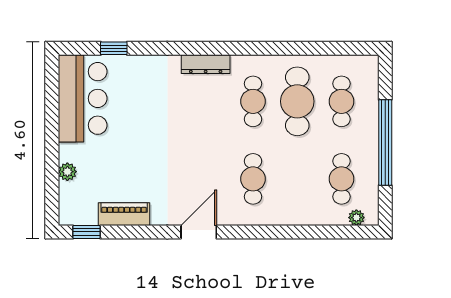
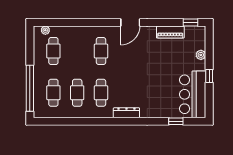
cafe table: (297, 101) -> (77, 93), width x0.73, depth x0.74
window: (52, 132) -> (209, 76), added
window: (385, 143) -> (30, 88), moved

